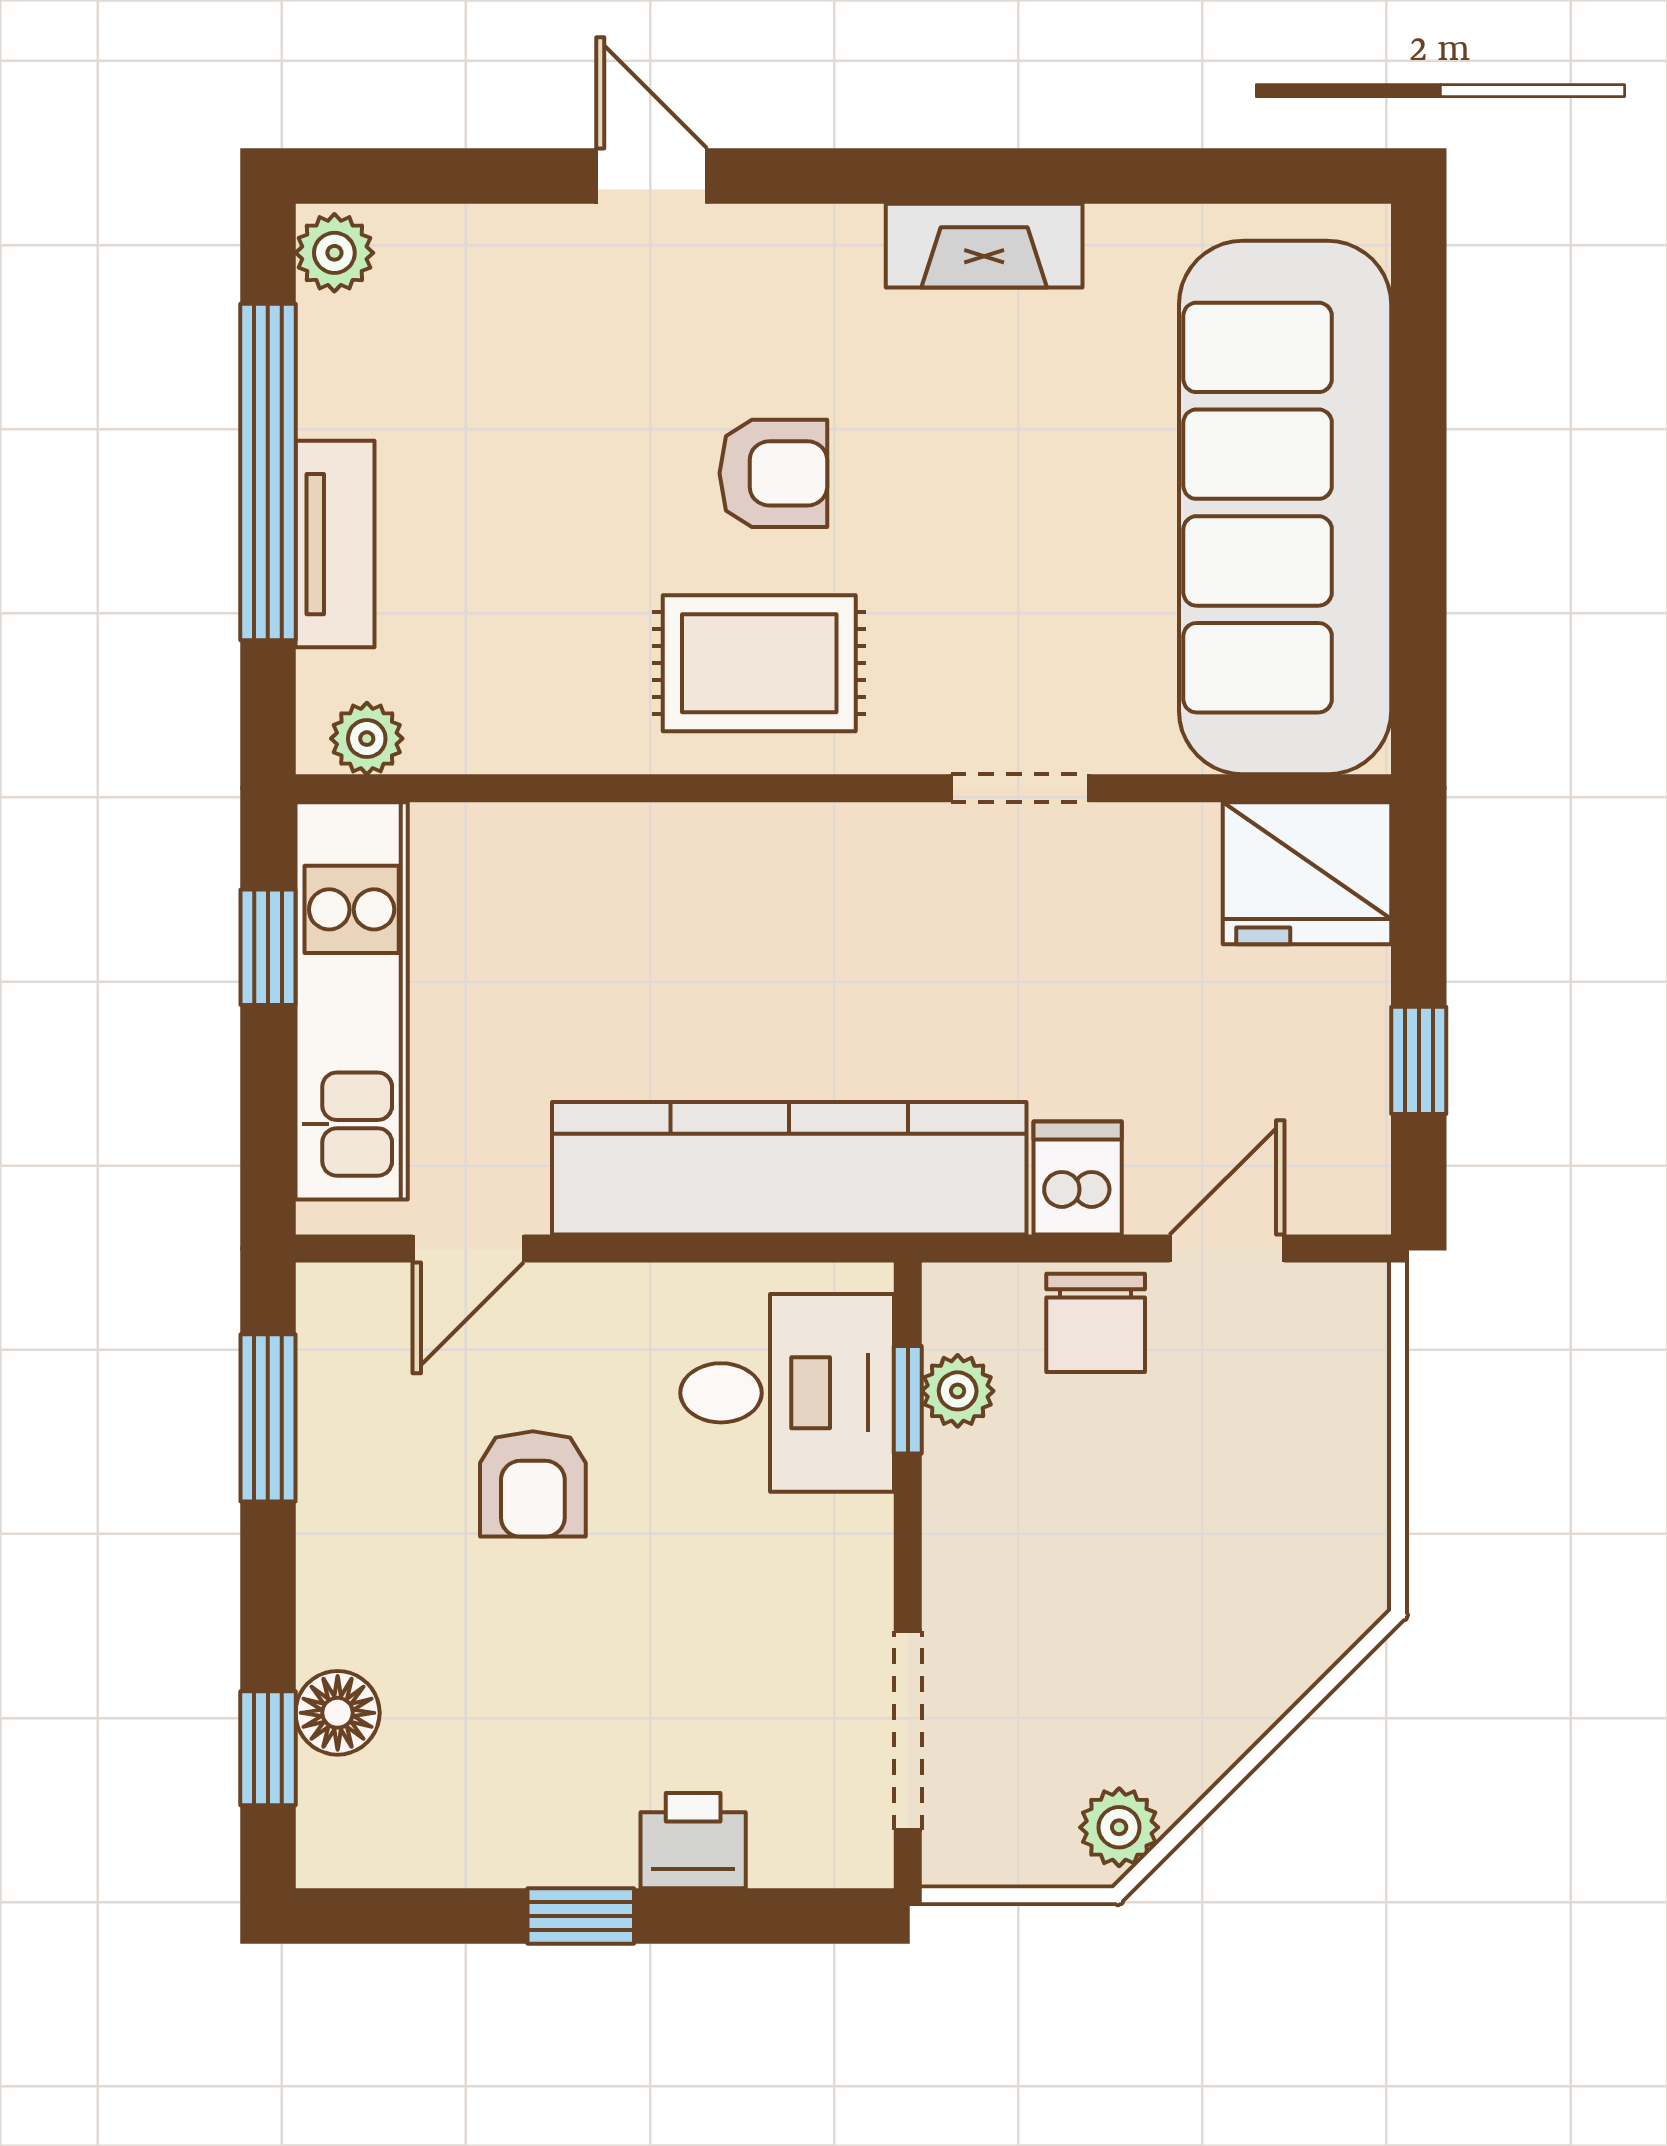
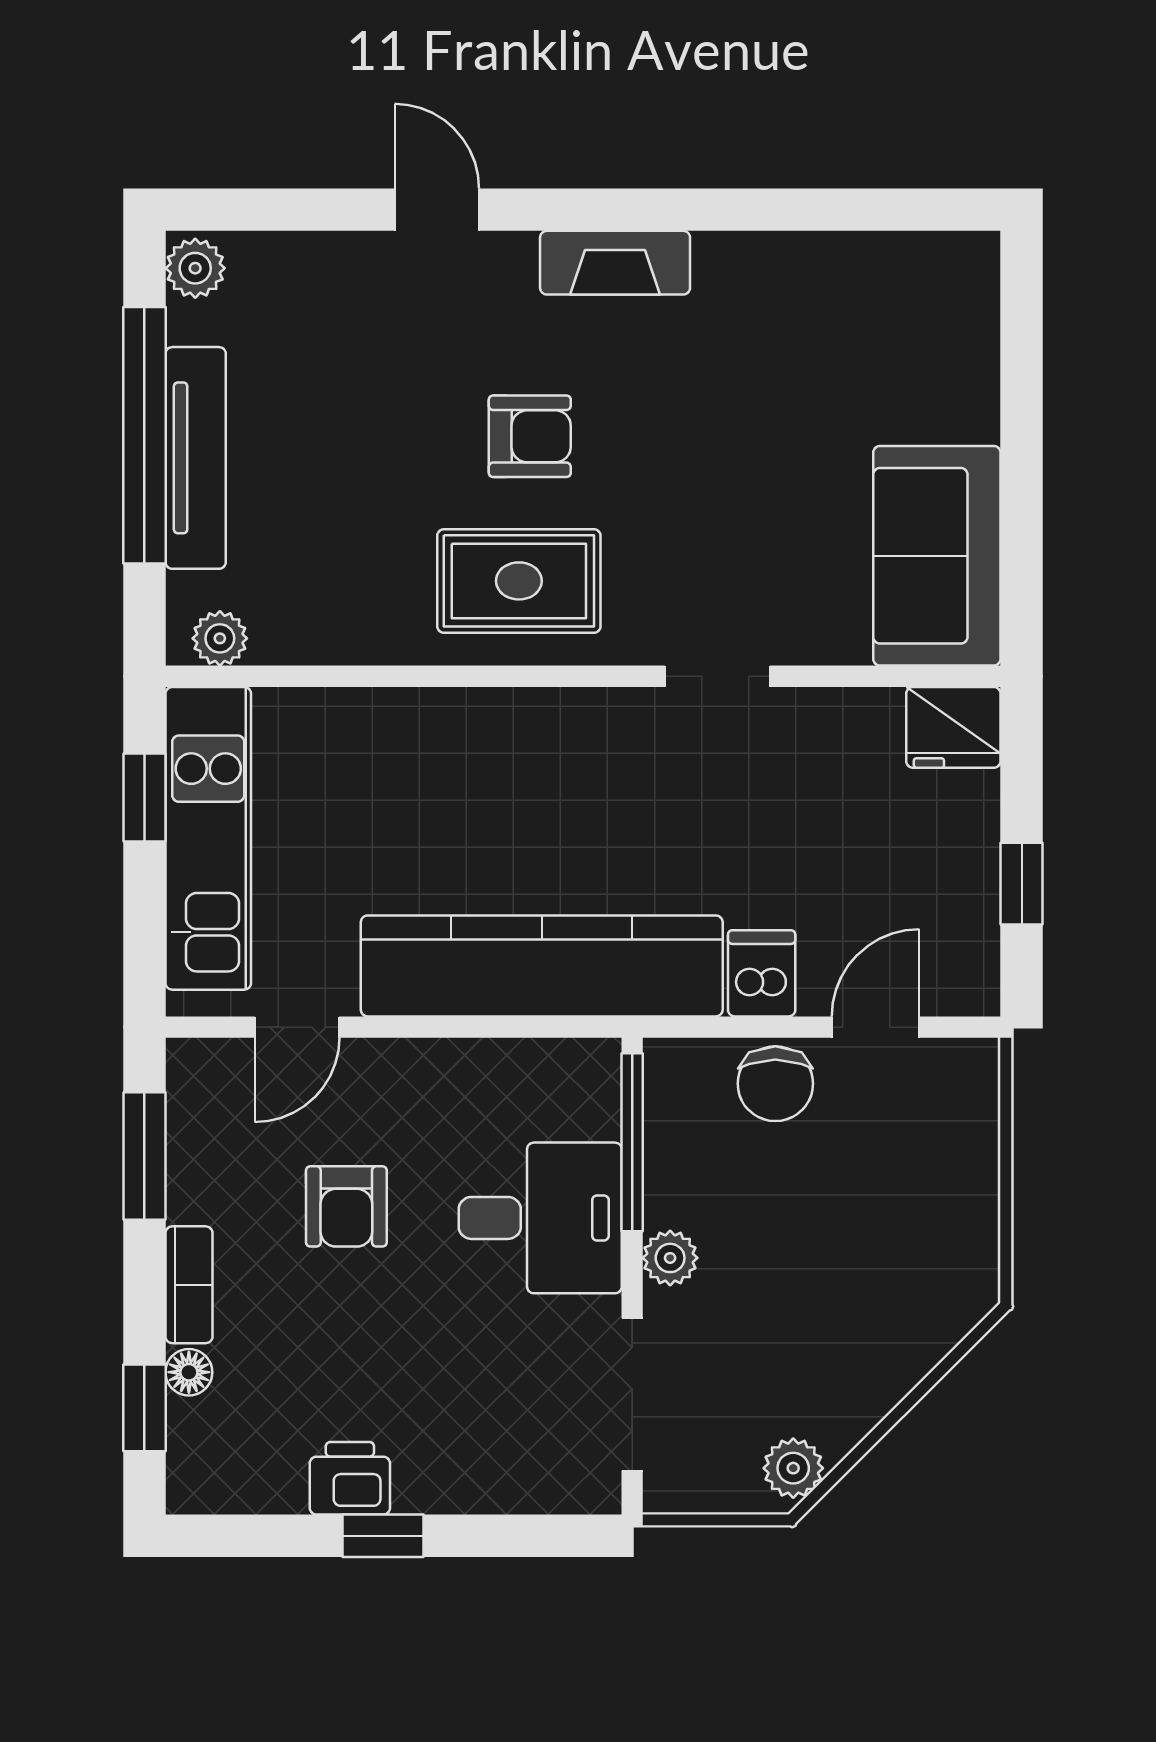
fireplace: (984, 246) -> (615, 263), moved
sofa: (1285, 508) -> (937, 556), width x0.54, depth x0.79
tv unit: (335, 544) -> (196, 458), width x1.41
fridge: (1307, 873) -> (953, 727), width x0.73, depth x0.75
plant: (958, 1391) -> (670, 1258), moved
desk: (787, 1393) -> (540, 1218), moved
window: (908, 1400) -> (632, 1142), width x2.17
bookcase: (326, 1587) -> (189, 1285), added
floor lamp: (338, 1713) -> (189, 1372), width x0.73, depth x0.73
printer: (693, 1841) -> (350, 1478), moved

